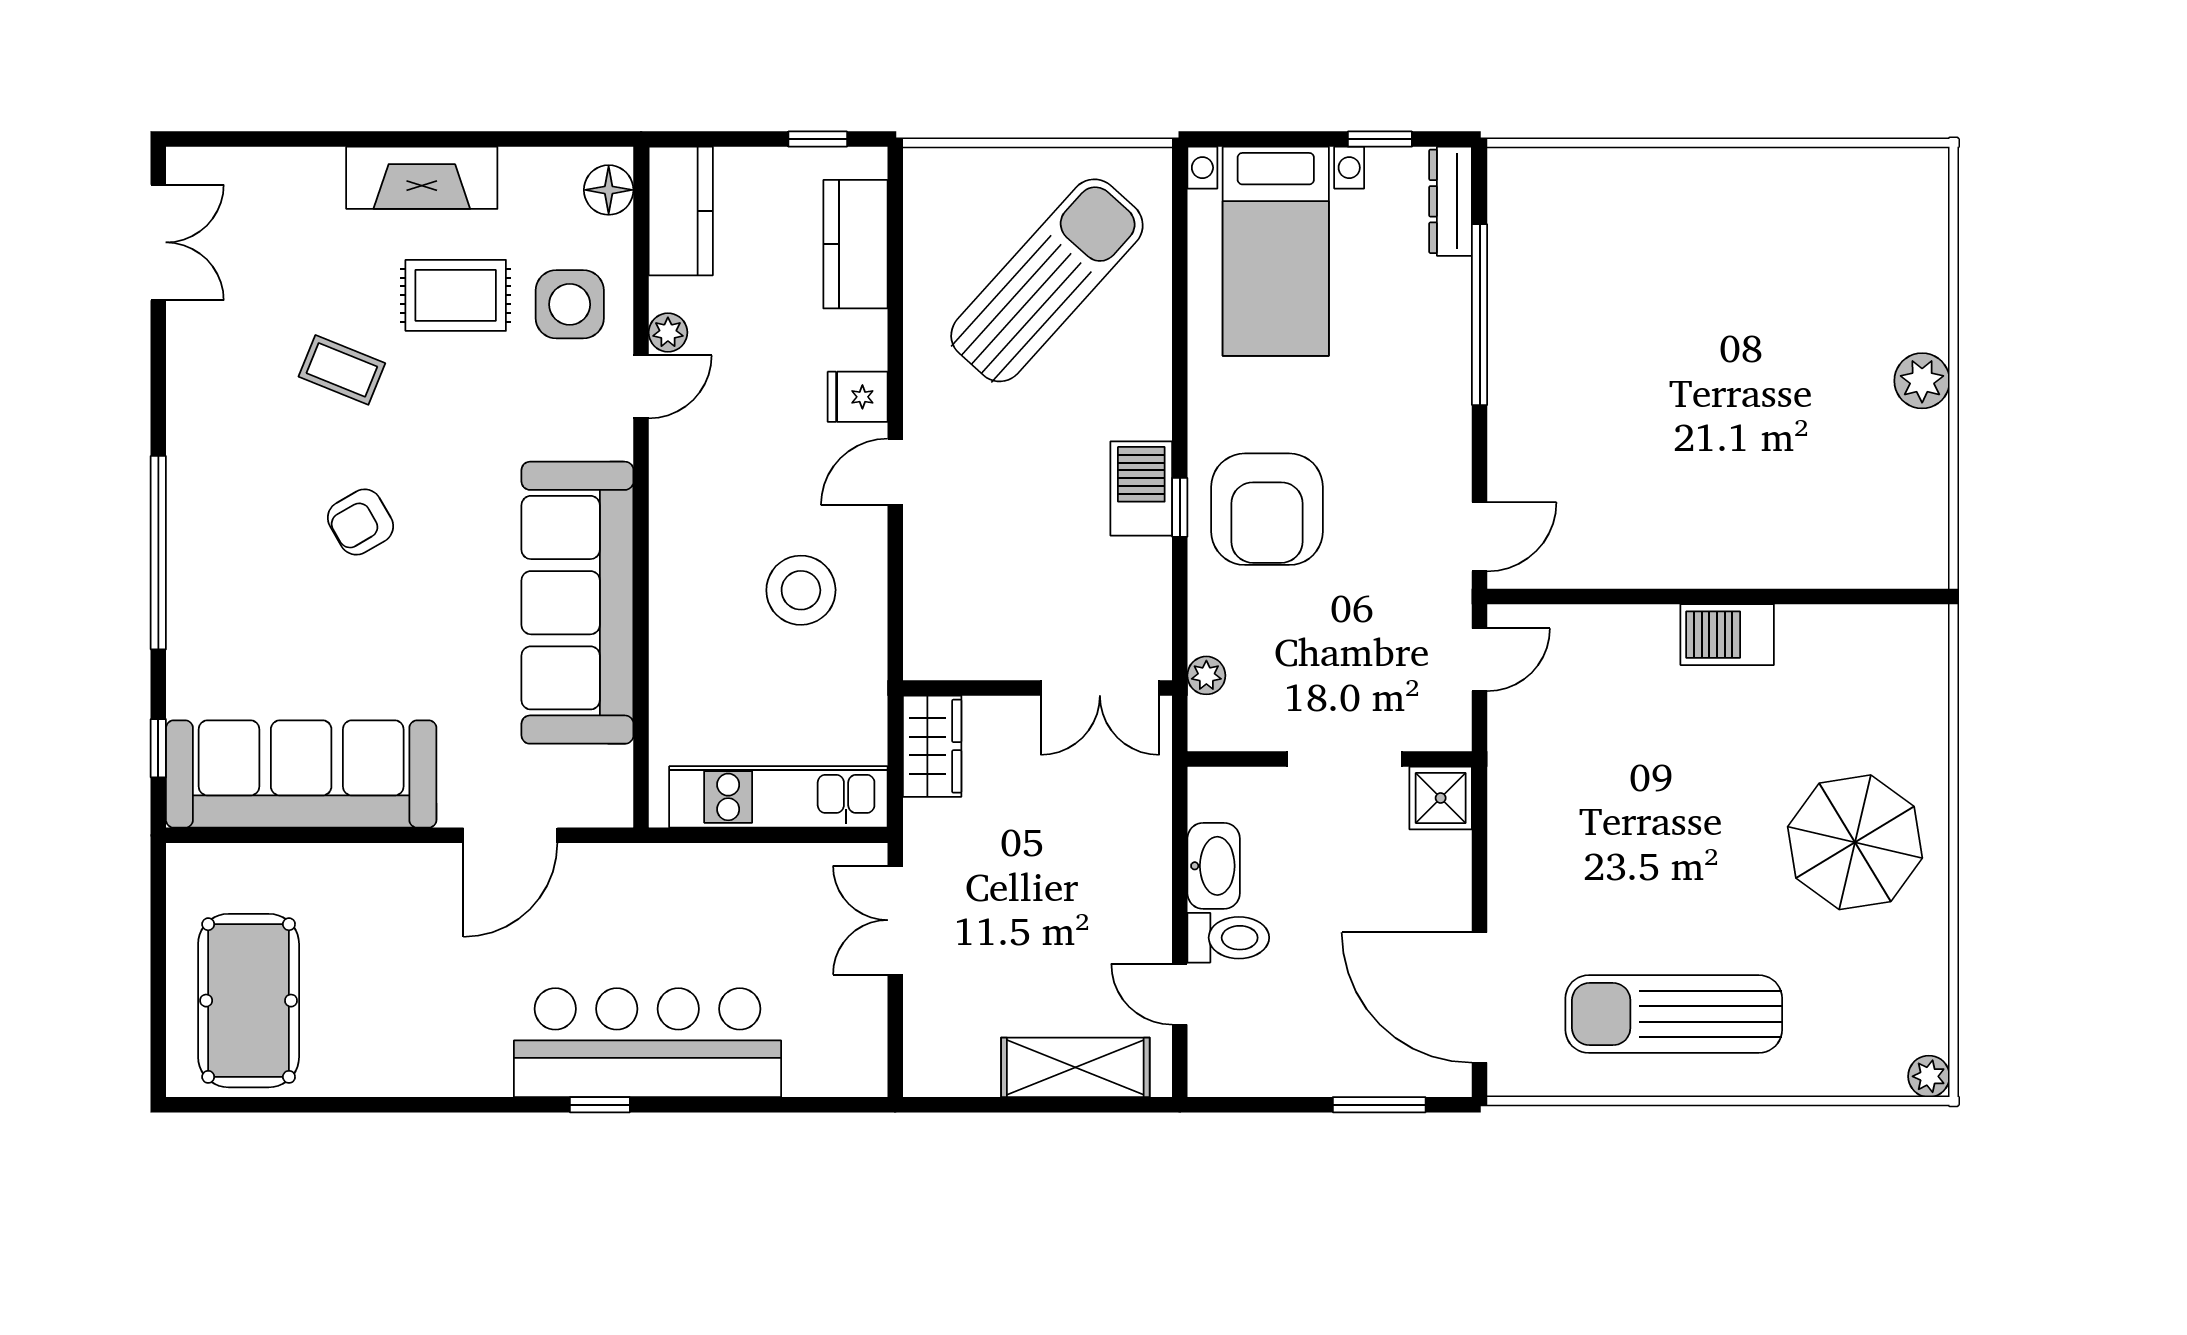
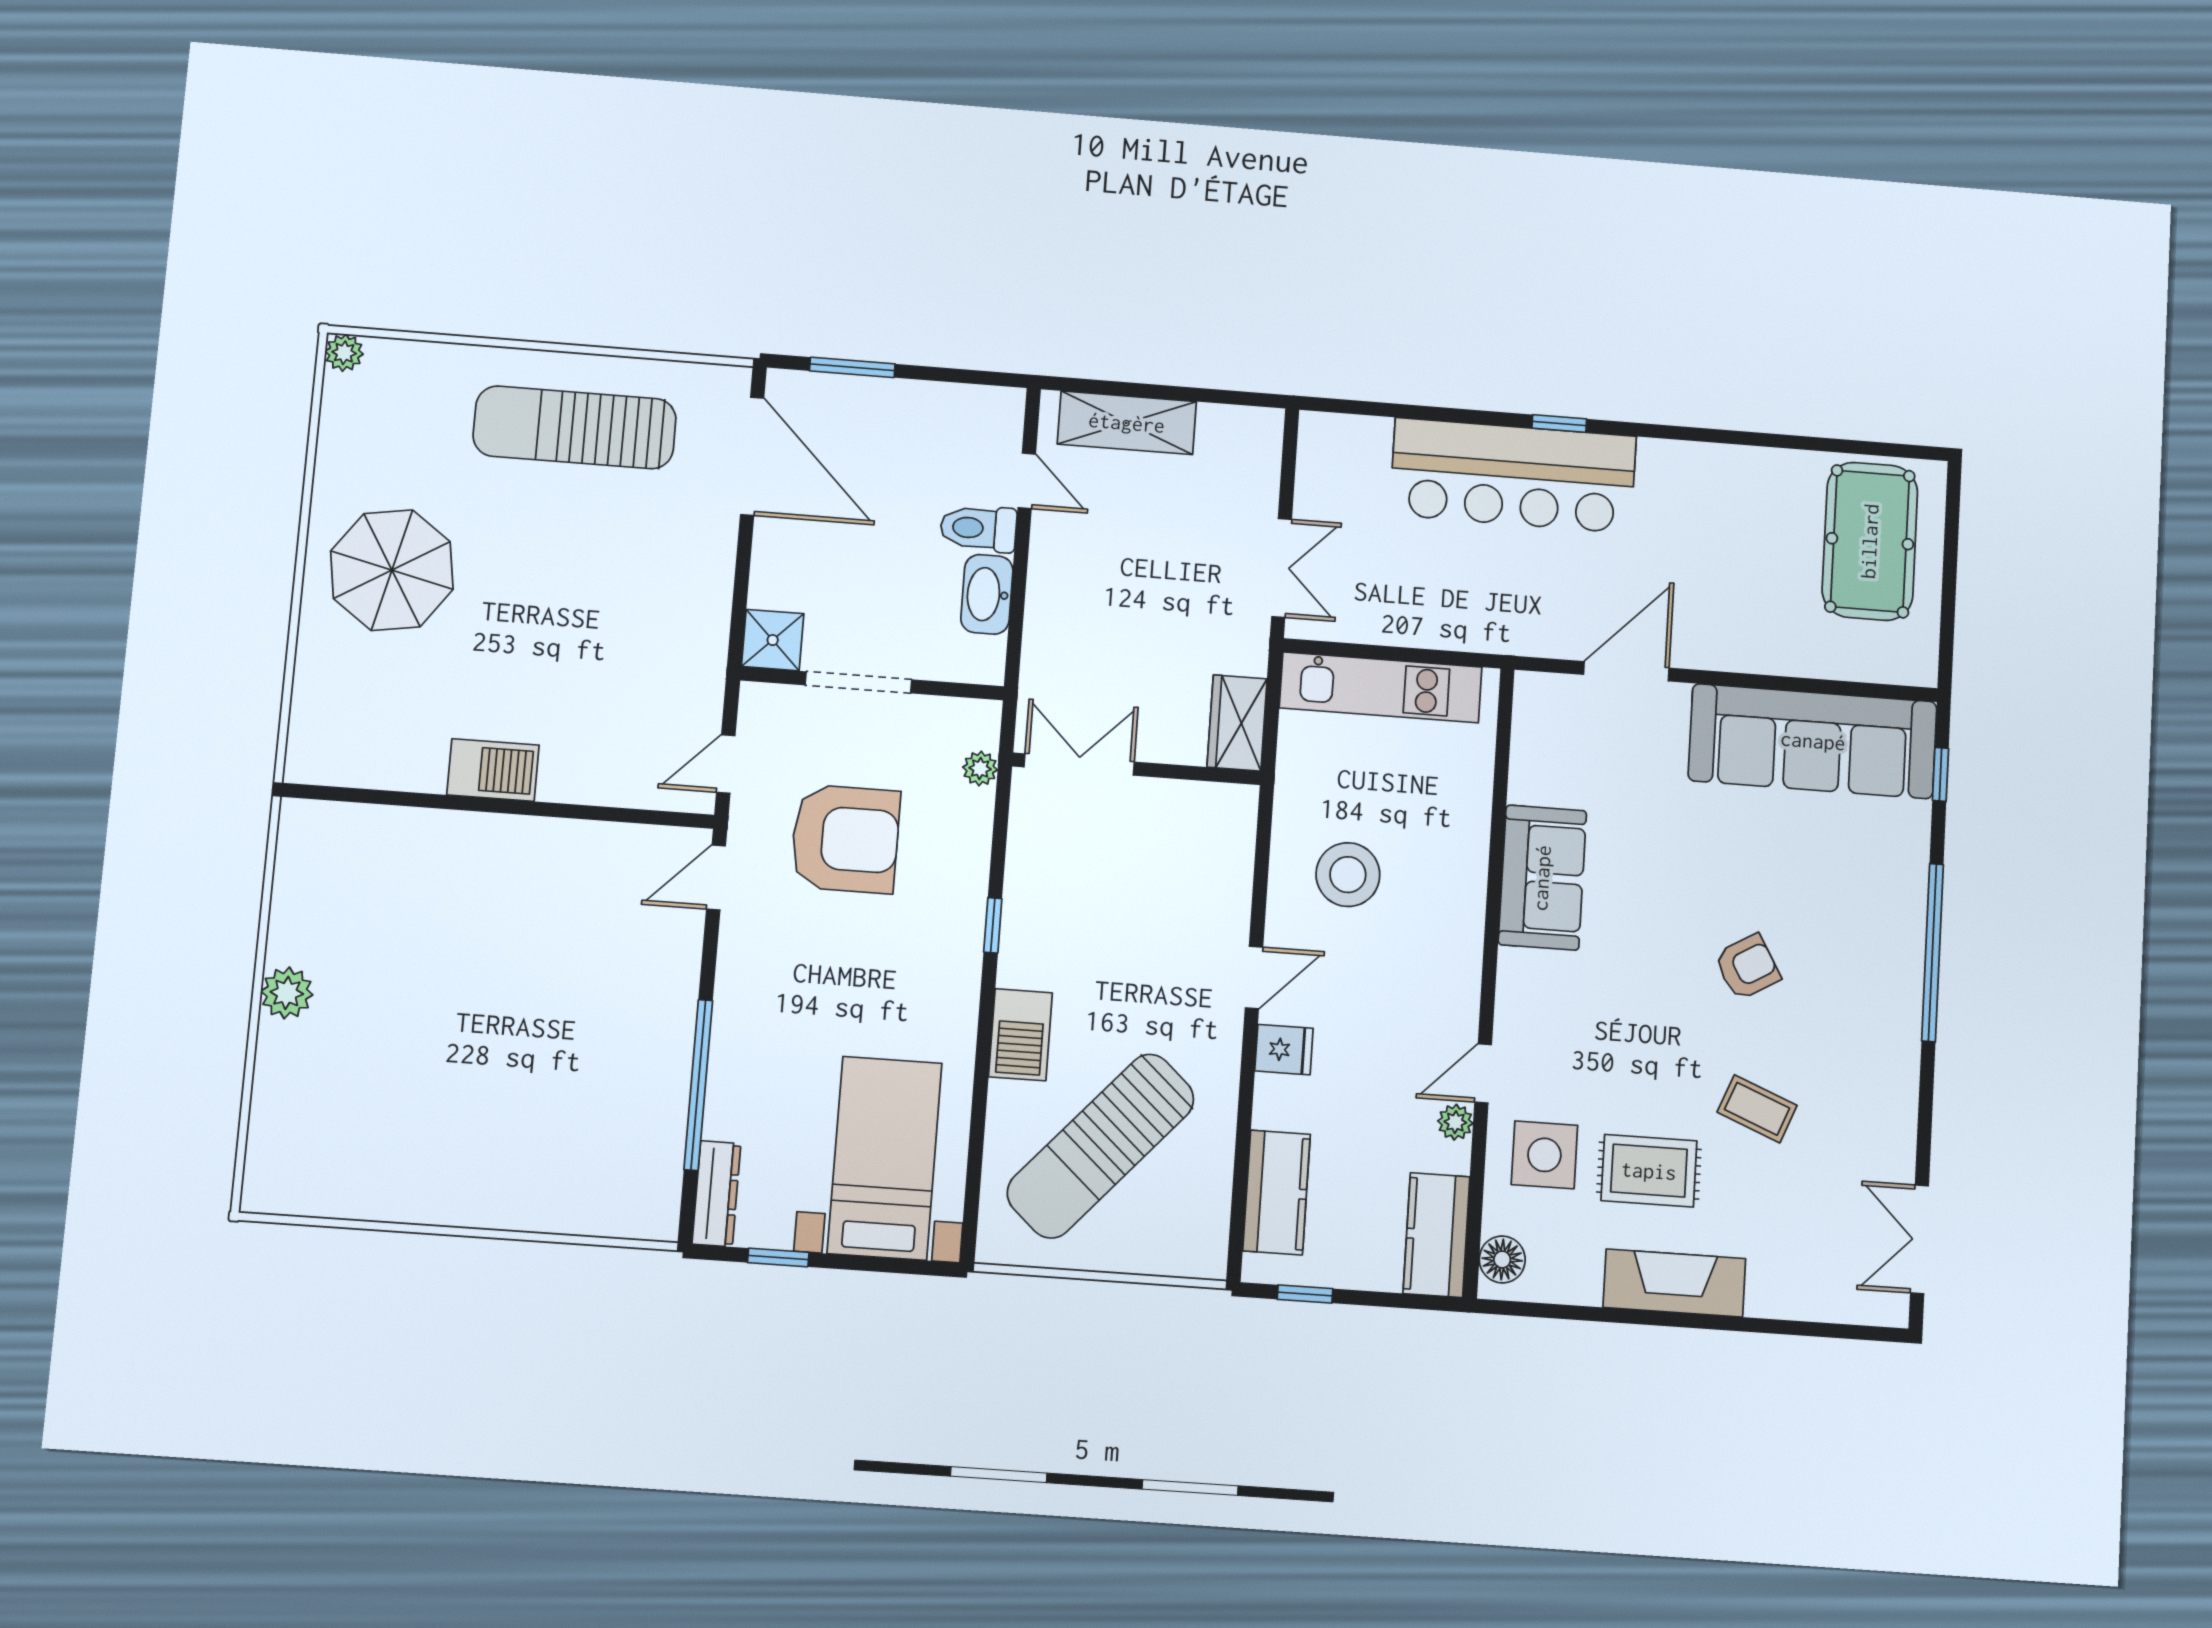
barbecue: (1141, 488) -> (1020, 1035), moved
armchair: (1267, 509) -> (845, 839), moved, turned 90
sofa: (577, 603) -> (1542, 878), width x0.54, depth x0.79
sun lounger: (1674, 1014) -> (575, 427), turned 180

